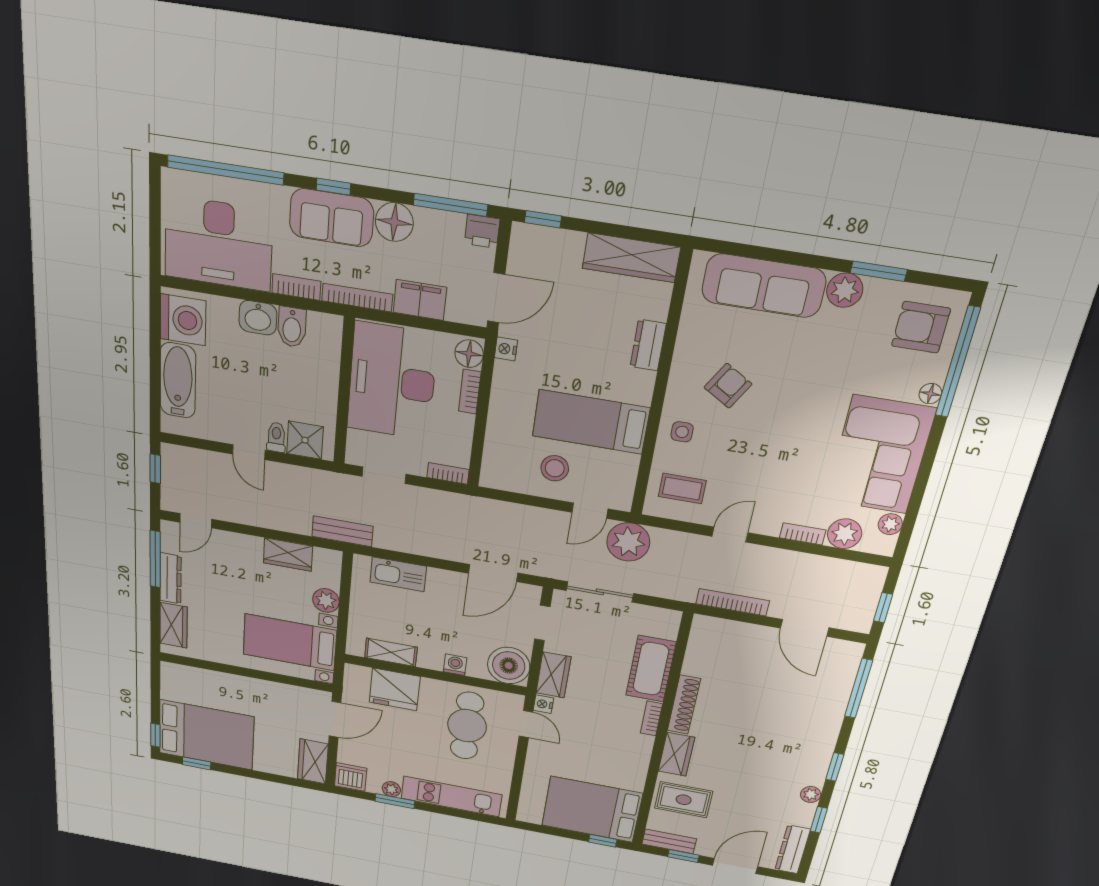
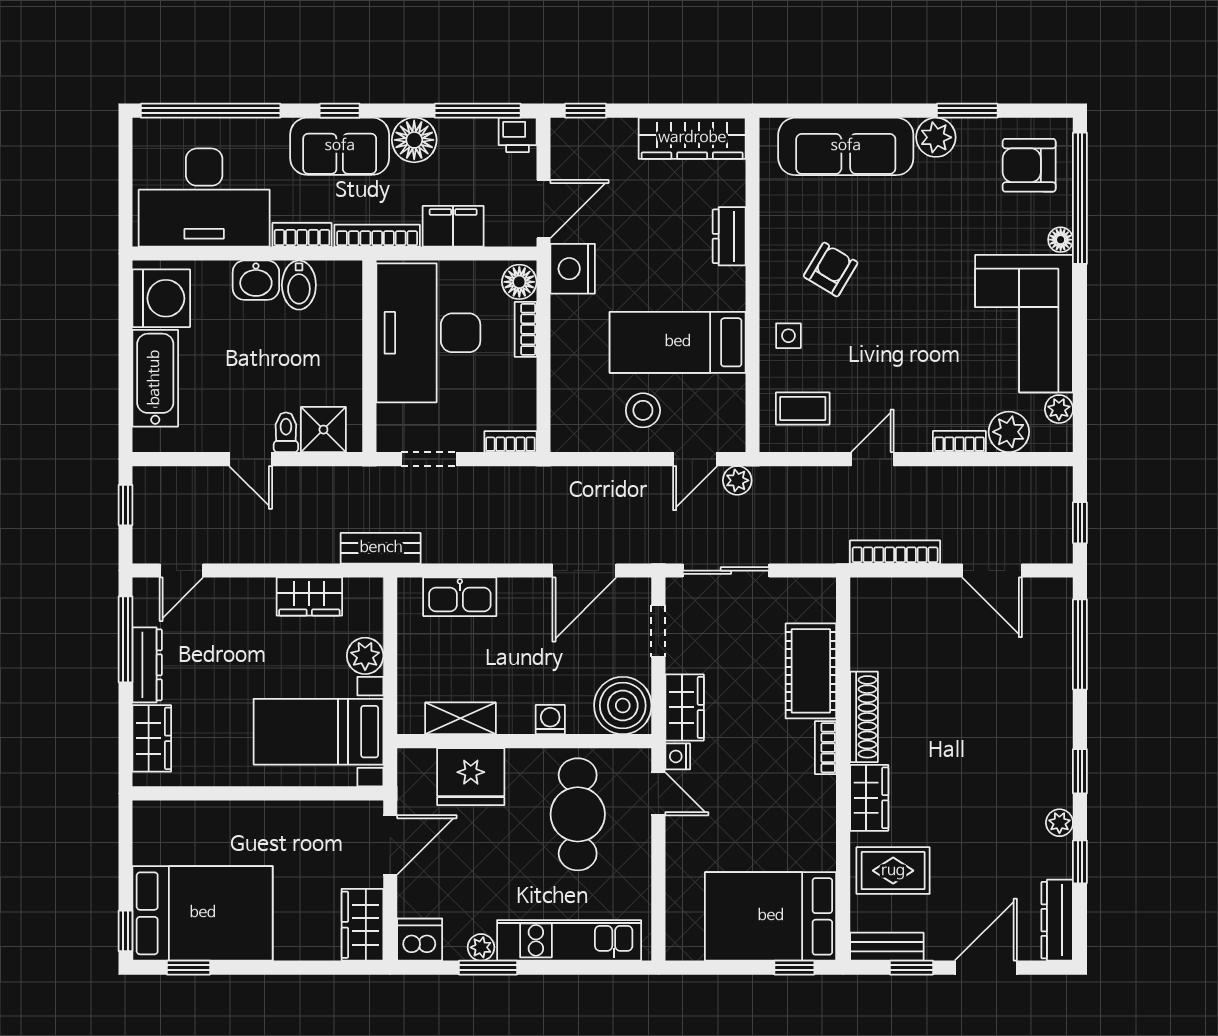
nightstand: (506, 349) -> (573, 269), width x1.89, depth x1.79
plant: (628, 542) -> (737, 480), width x0.53, depth x0.53

